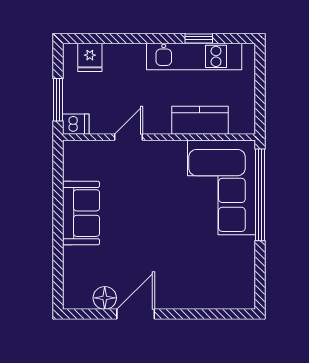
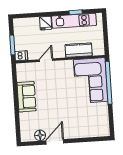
fridge: (90, 57) -> (46, 23), moved

